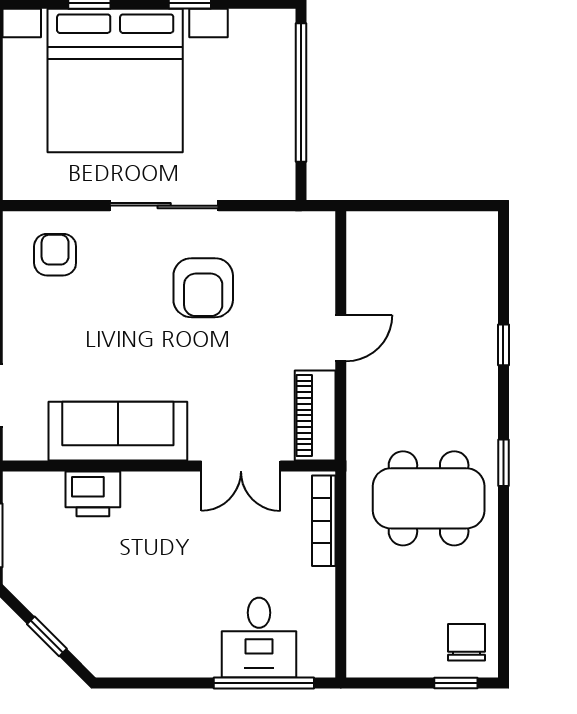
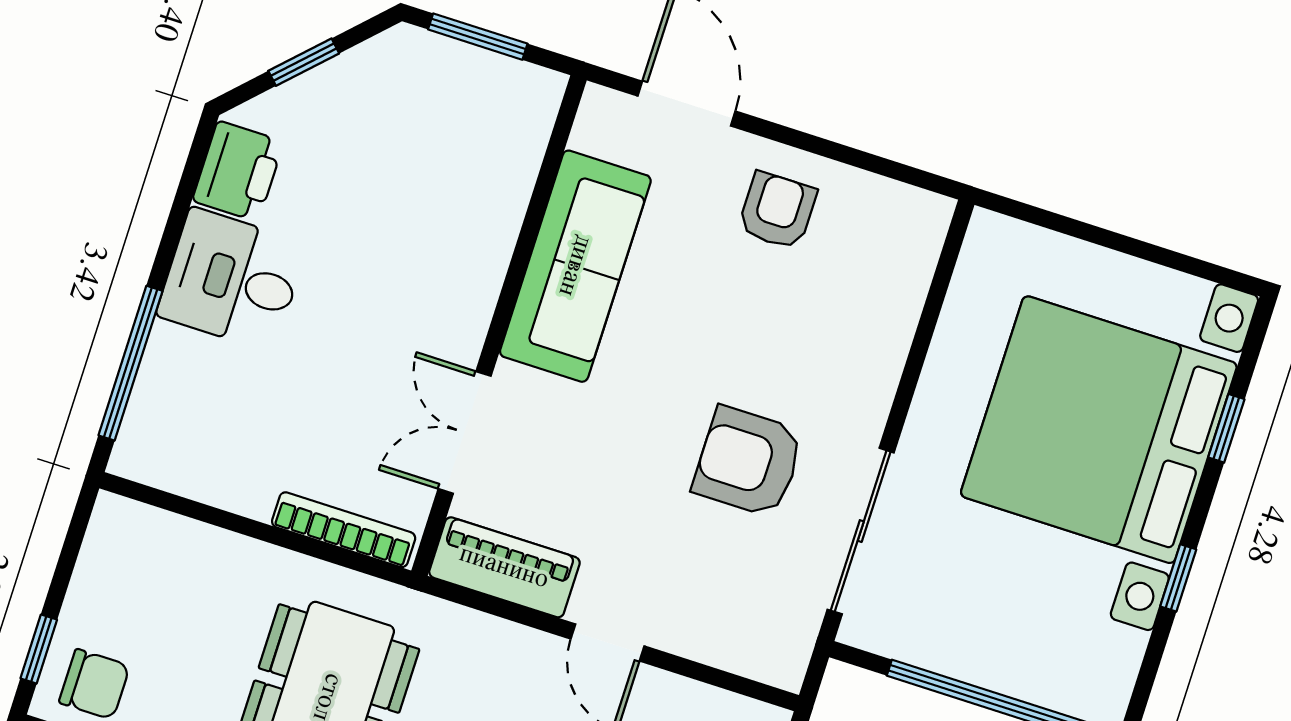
sliding door: (164, 206) -> (861, 531), moved
armchair: (55, 255) -> (777, 211), moved, turned -90
printer: (93, 494) -> (238, 171), moved, turned 180
desk: (259, 638) -> (232, 279), moved

